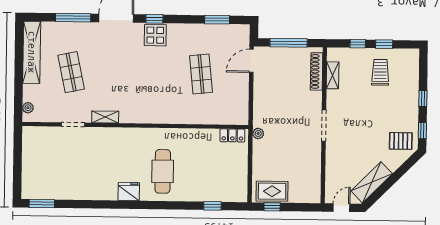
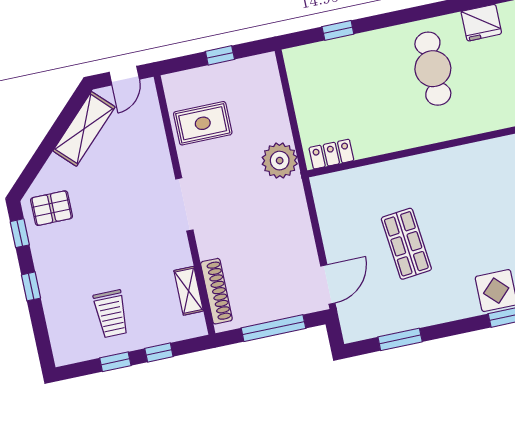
plant: (258, 133) -> (280, 161), width x1.87, depth x1.87
rug: (272, 191) -> (203, 123), moved
window: (272, 207) -> (220, 55), moved

